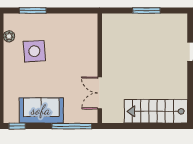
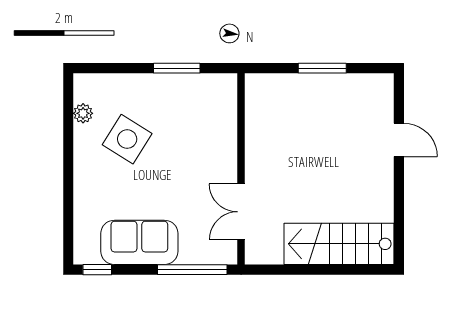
window: (33, 10) -> (177, 68), moved
side table: (34, 51) -> (127, 139), turned 36

